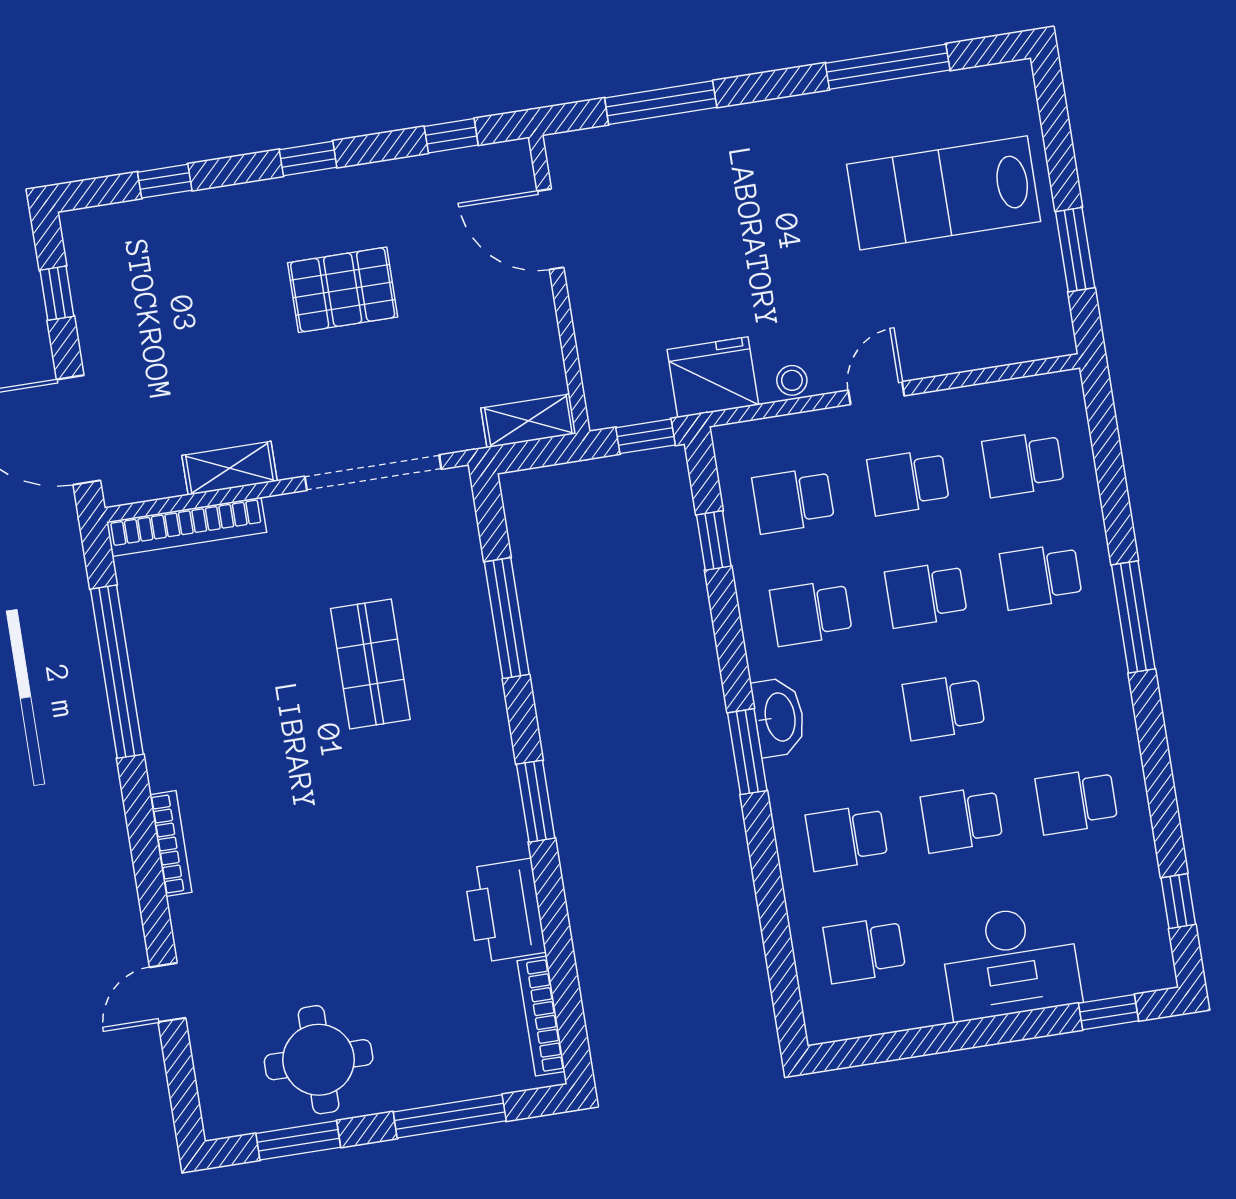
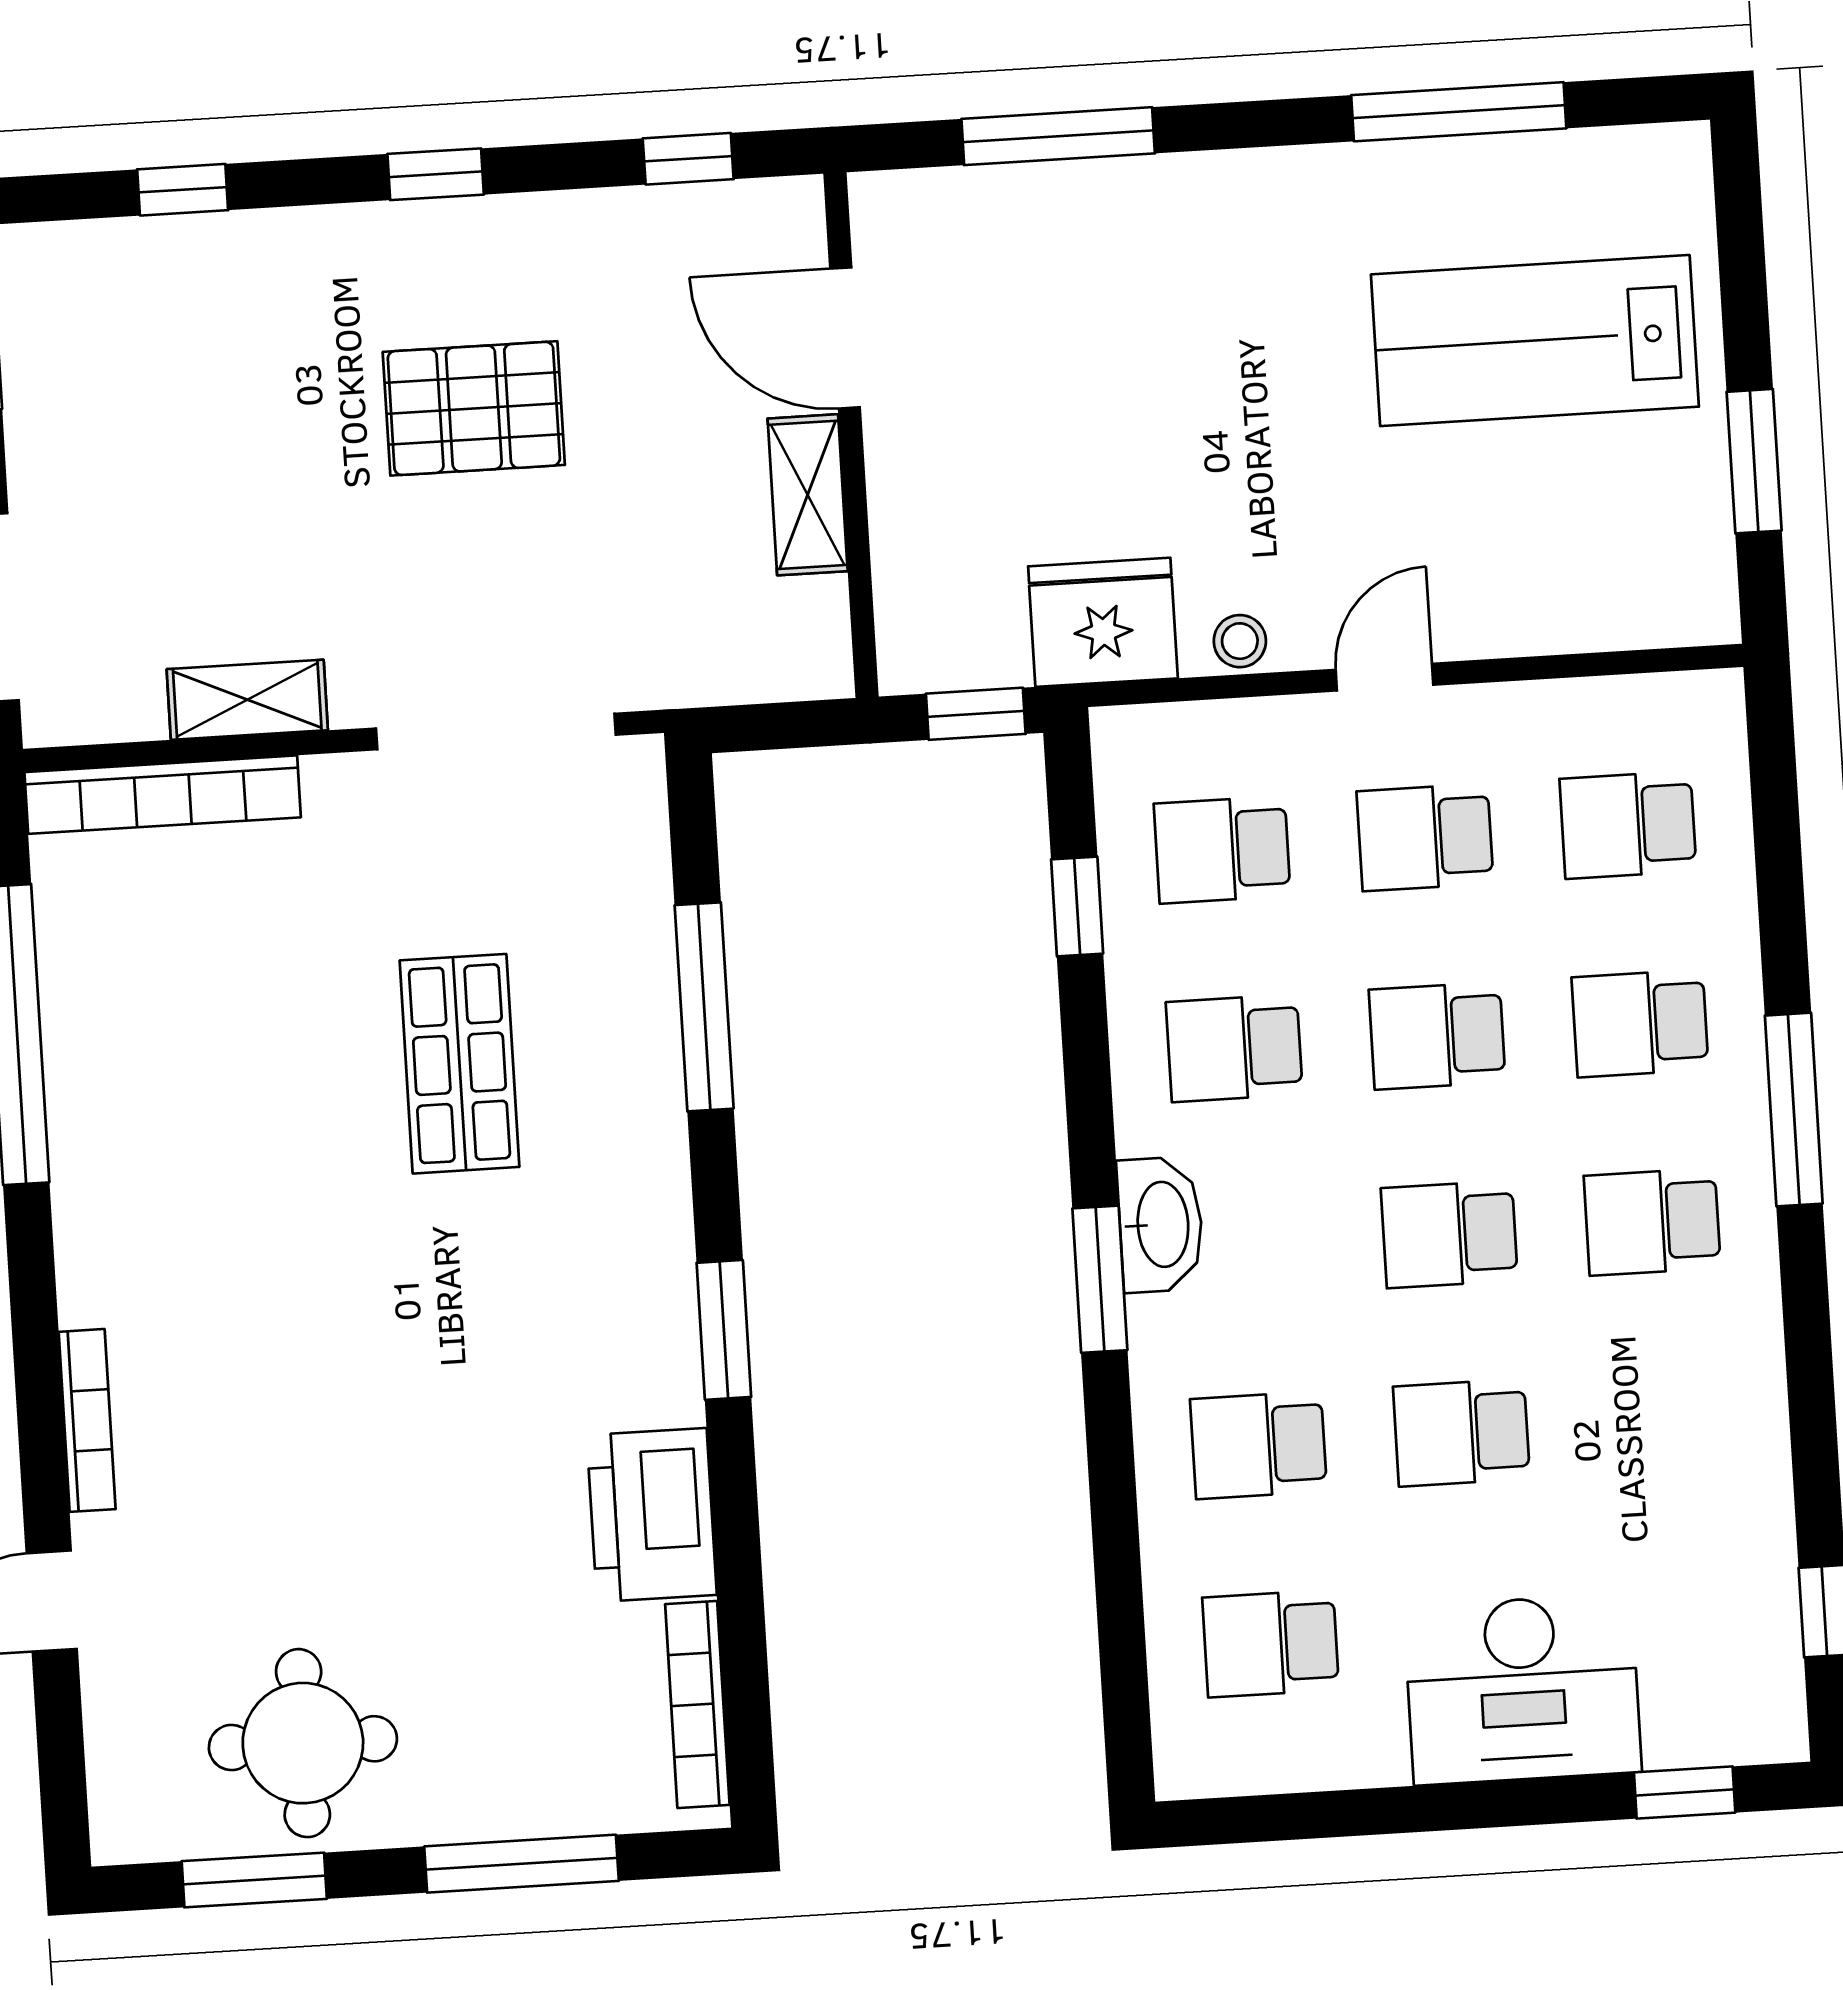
shelving: (528, 421) -> (808, 495), moved, turned 90
school desk: (1077, 801) -> (1652, 1222), moved
bookcase: (171, 843) -> (87, 1420), moved

